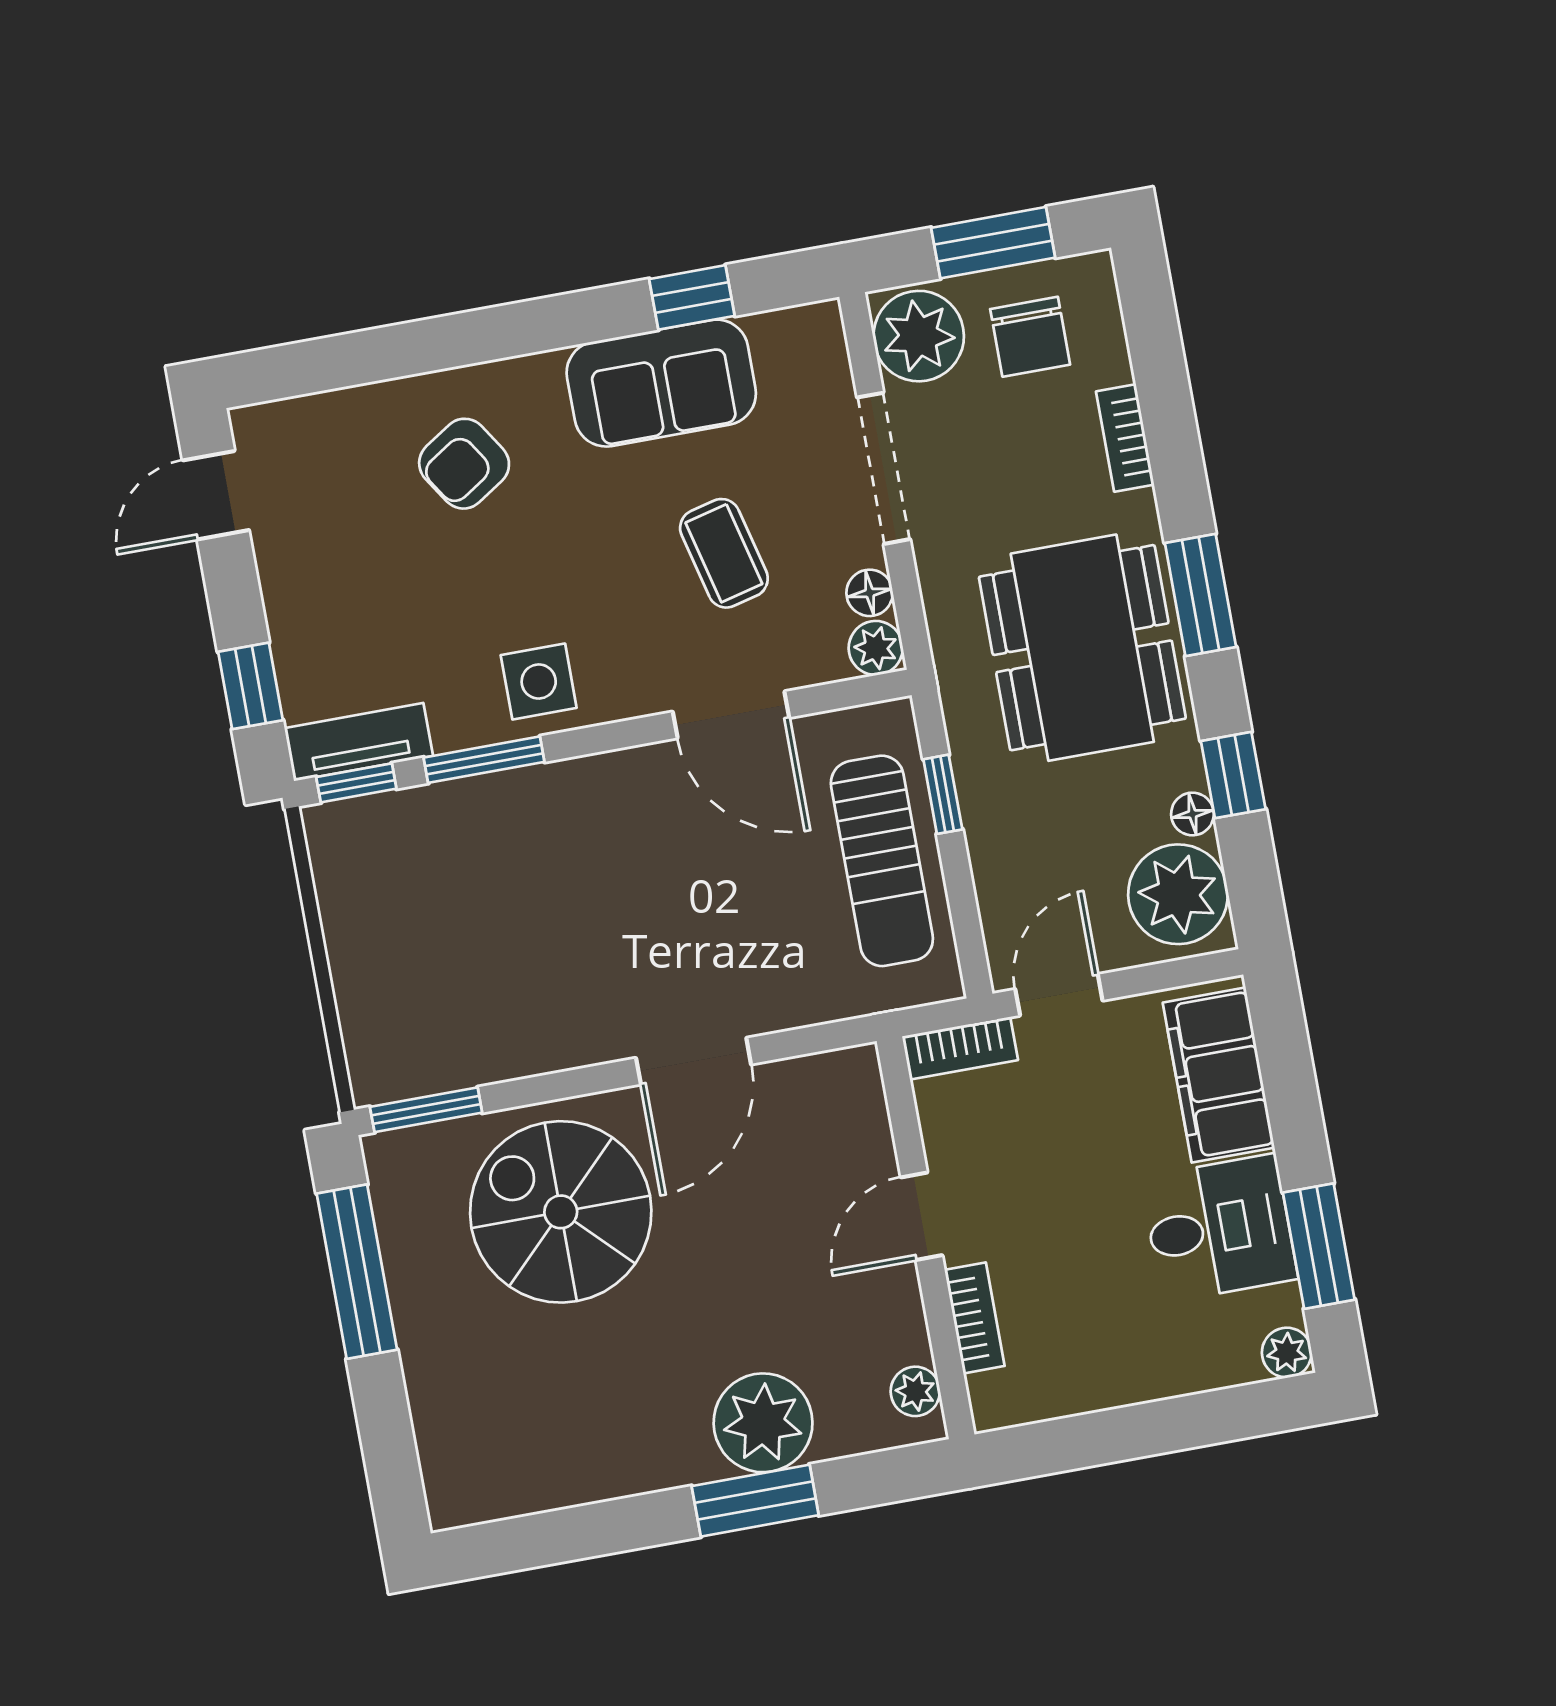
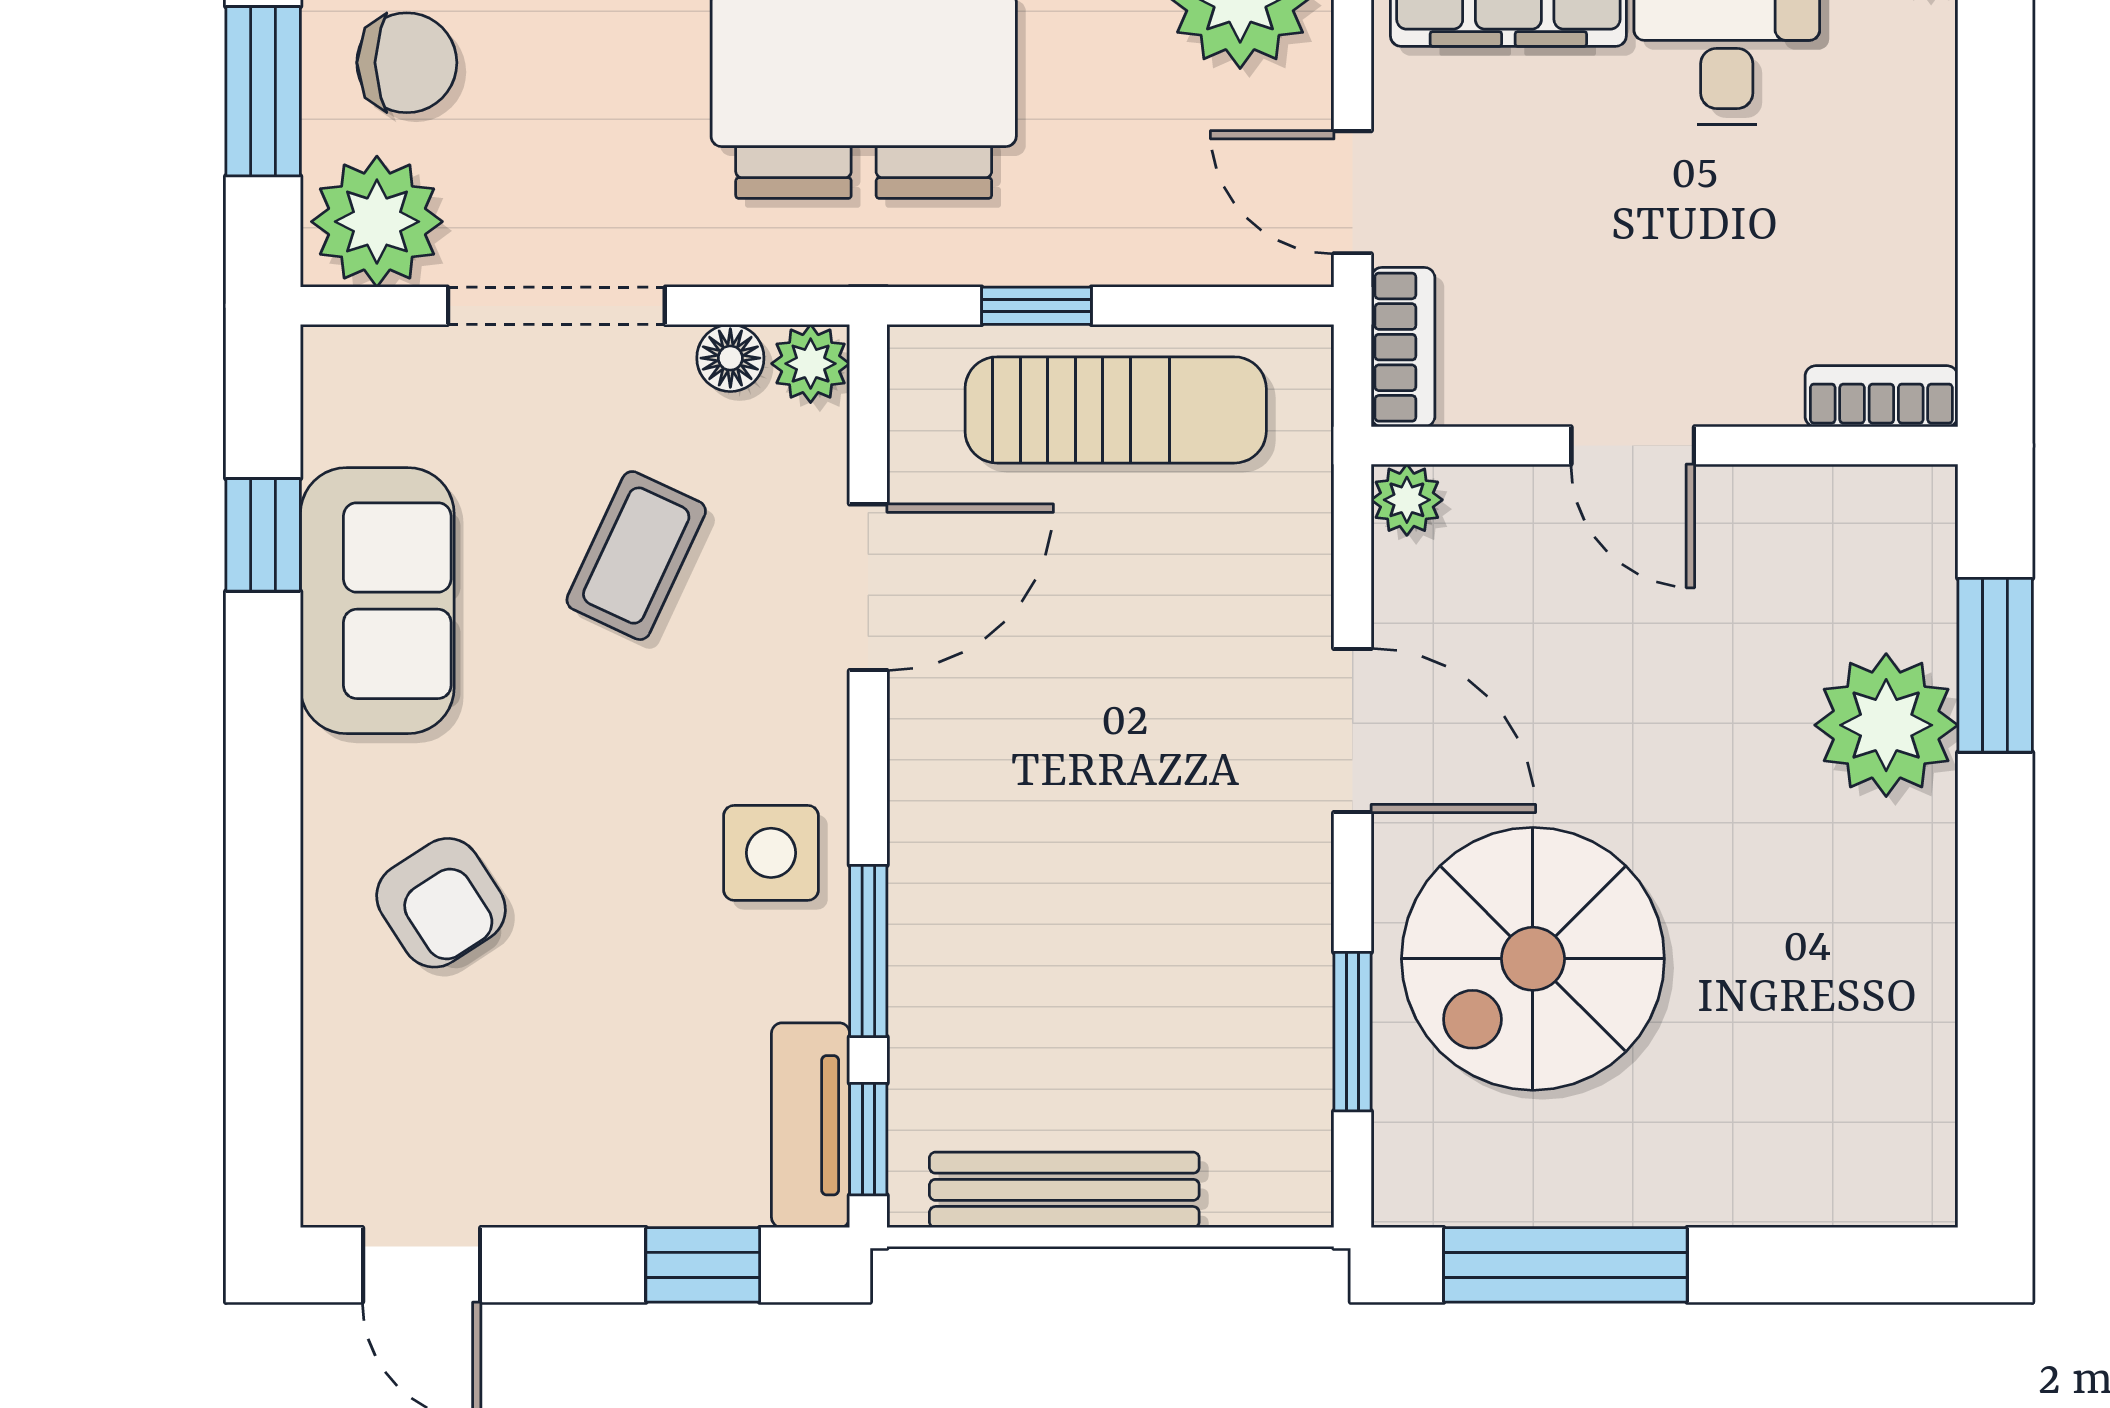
coffee table: (724, 553) -> (636, 556), turned -51
bench: (346, 922) -> (1064, 1190), added
window: (426, 1110) -> (1353, 1032), moved
bookcase: (975, 1318) -> (1881, 396), moved
plant: (915, 1391) -> (1407, 500), moved
window: (755, 1501) -> (1995, 665), moved

